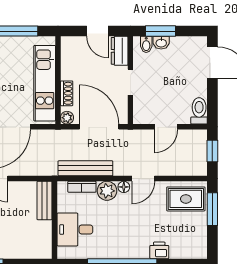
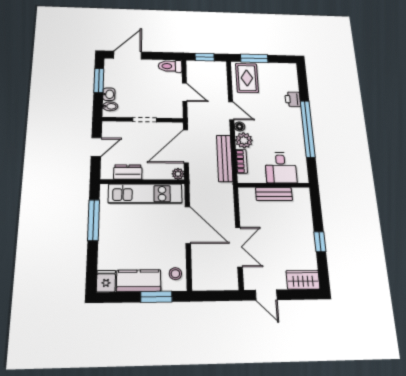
window: (160, 31) -> (99, 81), moved
dresser: (120, 51) -> (128, 172), moved, turned 180
shoe rack: (67, 93) -> (155, 174), removed
bench: (44, 201) -> (274, 194), moved

